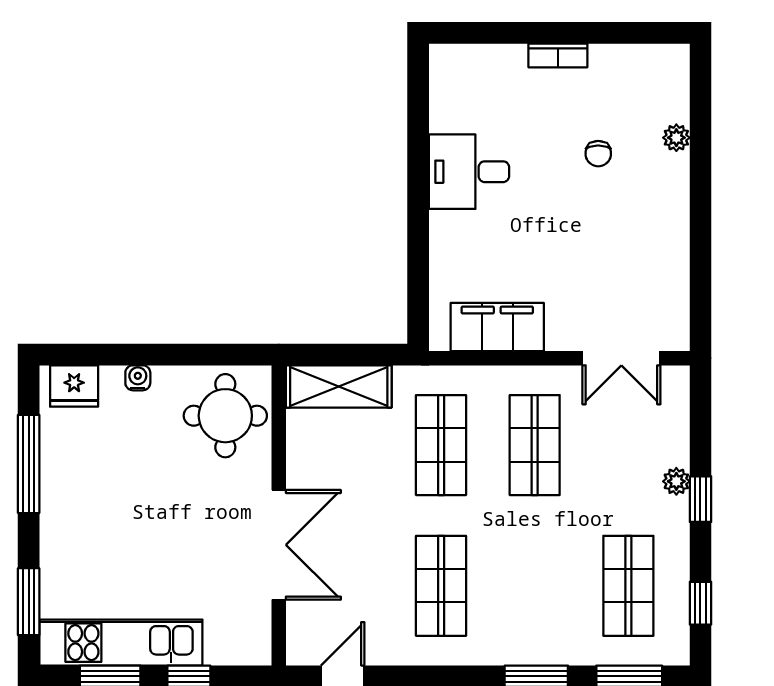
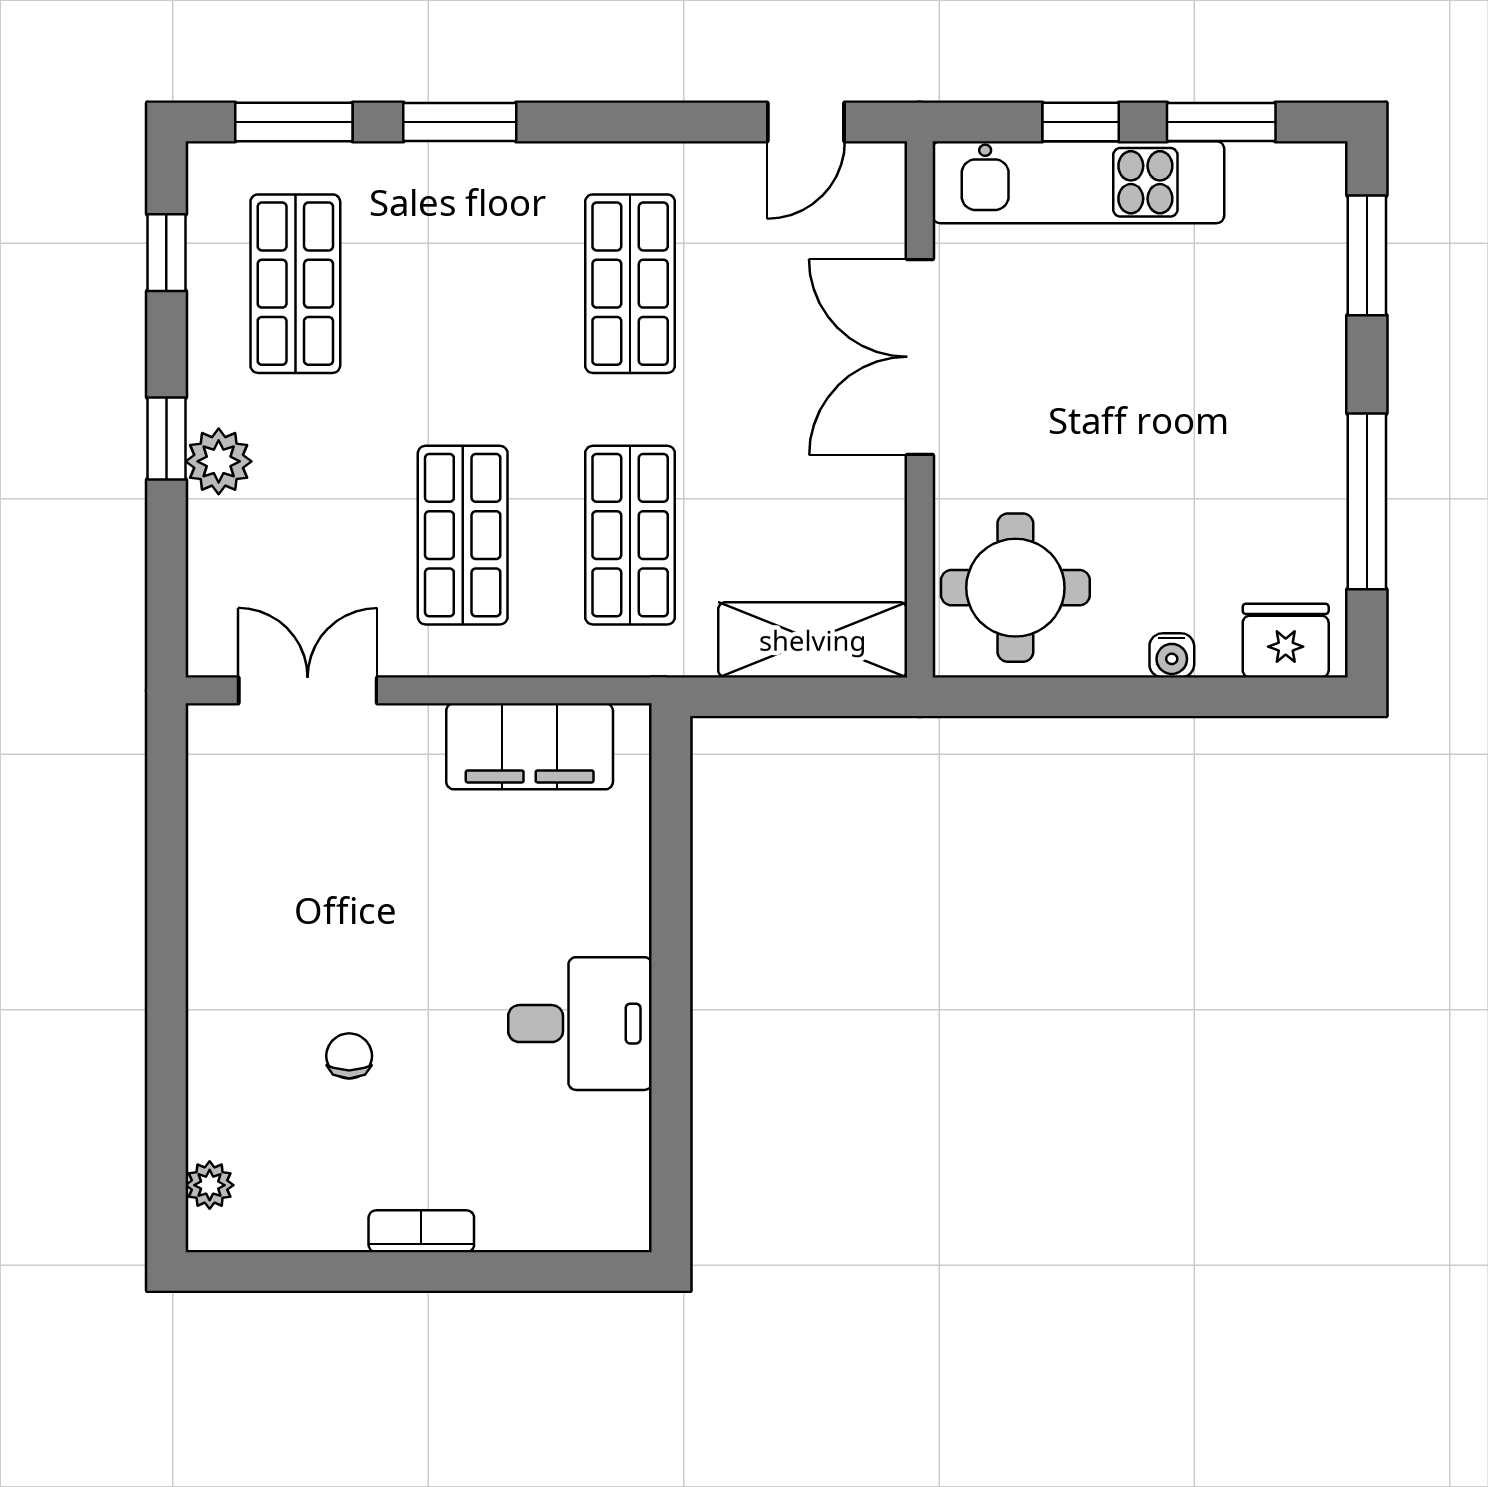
plant: (676, 138) -> (210, 1185), moved
plant: (676, 481) -> (219, 461), width x1.38, depth x1.38
kitchen unit: (121, 643) -> (1078, 182), moved

